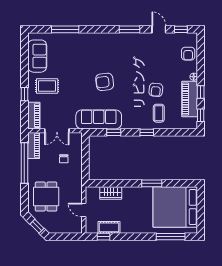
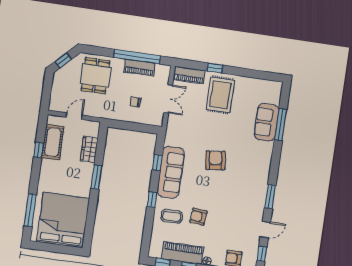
sofa: (37, 56) -> (266, 122), moved, turned 90
rug: (47, 86) -> (220, 95), width x1.36, depth x1.43
sofa: (99, 119) -> (171, 172), moved
double door: (57, 131) -> (168, 99), swing flipped
piano: (34, 146) -> (139, 68), moved
window: (152, 183) -> (96, 177), moved
dining table: (46, 197) -> (96, 76), turned 90
cot: (109, 227) -> (53, 142), width x1.37, depth x1.34
window: (104, 237) -> (39, 150), moved

